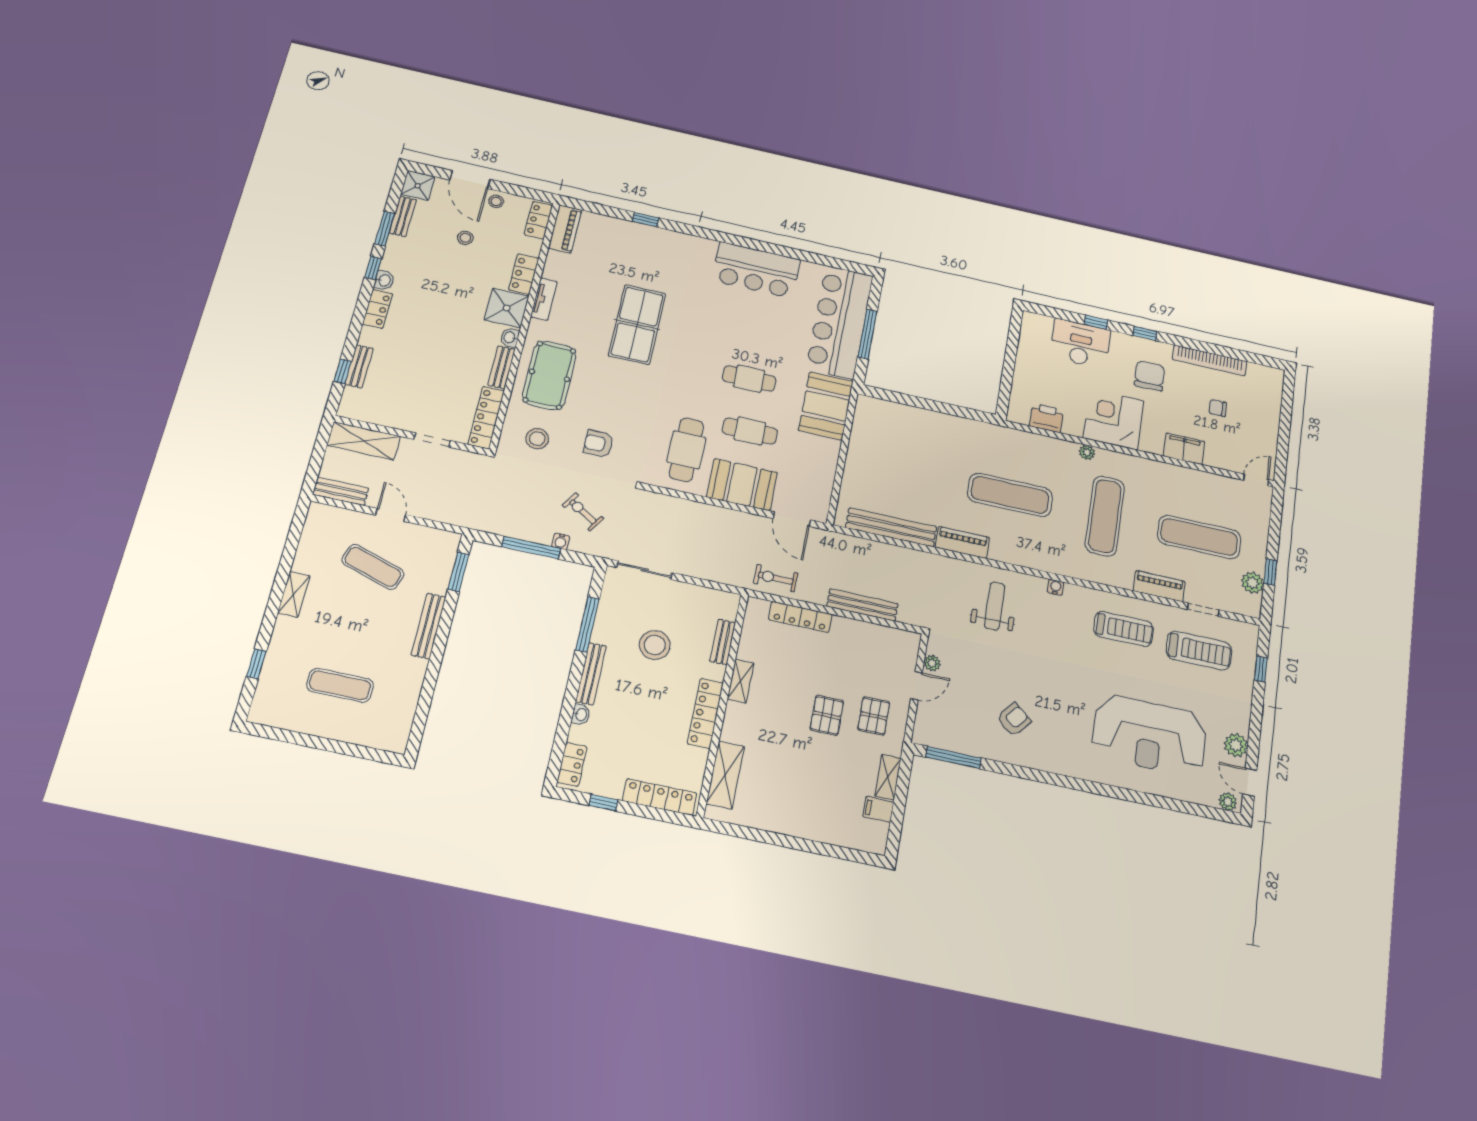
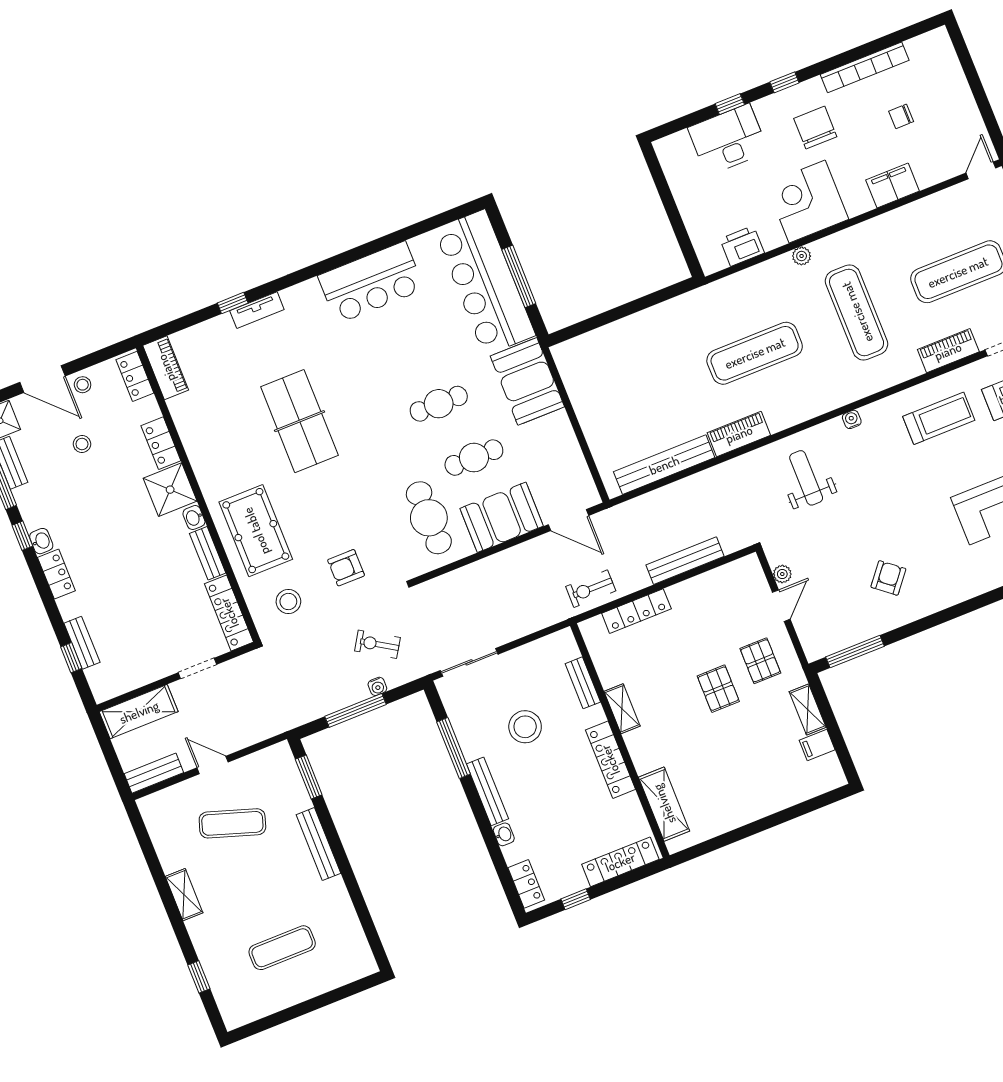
tv unit: (544, 299) -> (257, 310), moved, turned 90

